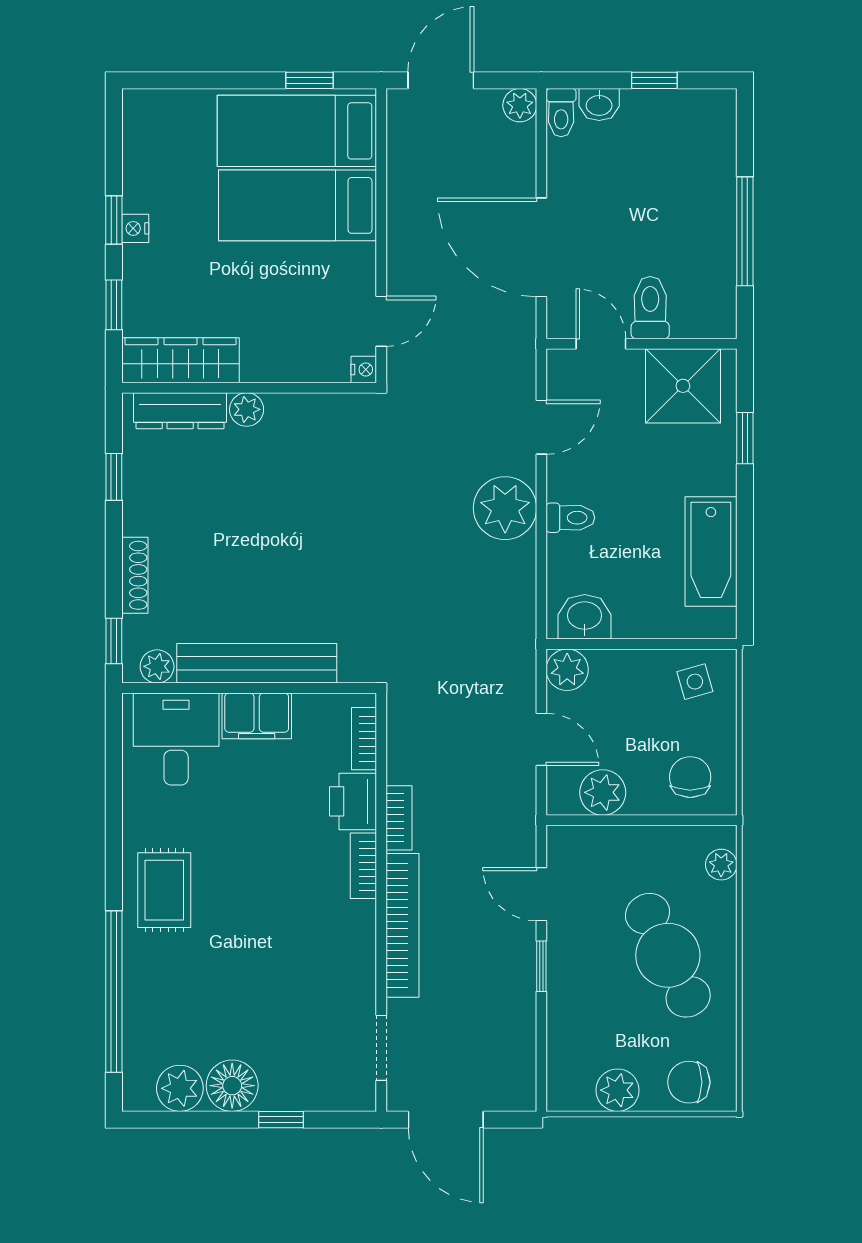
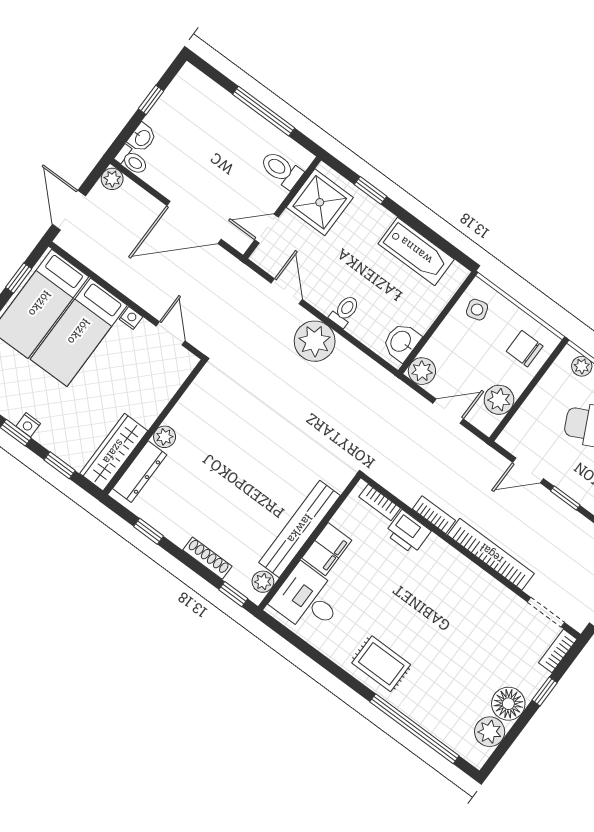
toilet: (650, 308) -> (281, 170), moved
nightstand: (364, 369) -> (131, 318), moved
bookcase: (363, 866) -> (558, 651), moved, turned 90

